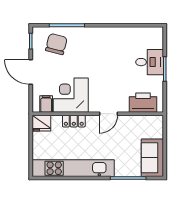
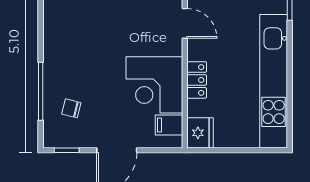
chair: (56, 44) -> (71, 108), width x0.54, depth x0.54

